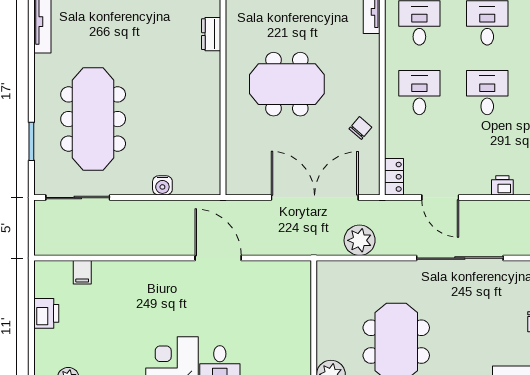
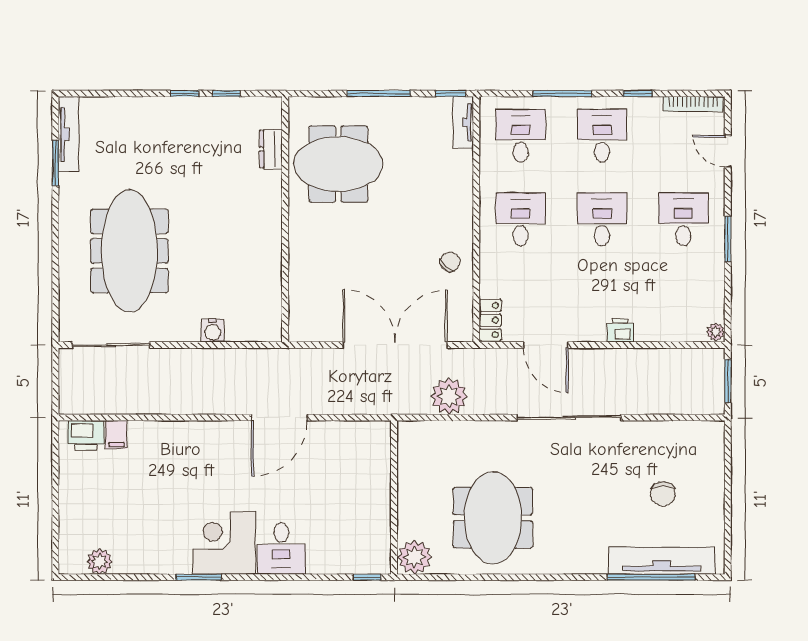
meeting table: (287, 84) -> (338, 164), moved
window: (31, 141) -> (55, 163), moved
door: (218, 258) -> (279, 418), swing flipped
printer: (46, 313) -> (86, 435), moved, turned 90

